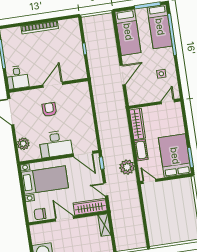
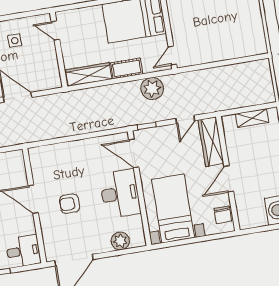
door: (83, 154) -> (134, 153), swing flipped
shelving: (104, 225) -> (252, 118), moved

